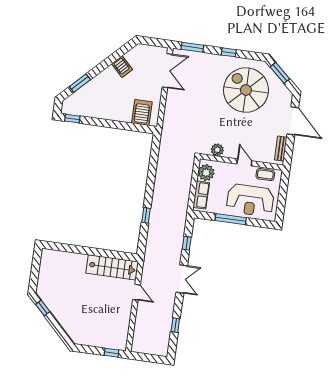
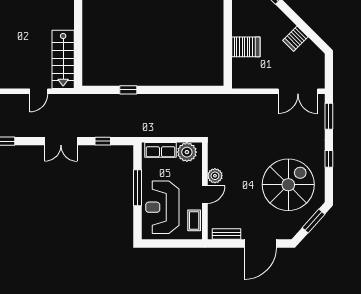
server rack: (142, 112) -> (246, 47), moved
plant: (217, 150) -> (215, 176), moved

